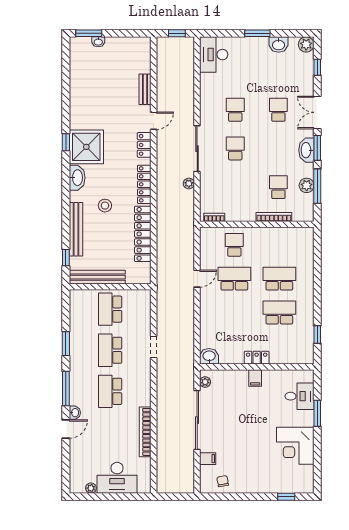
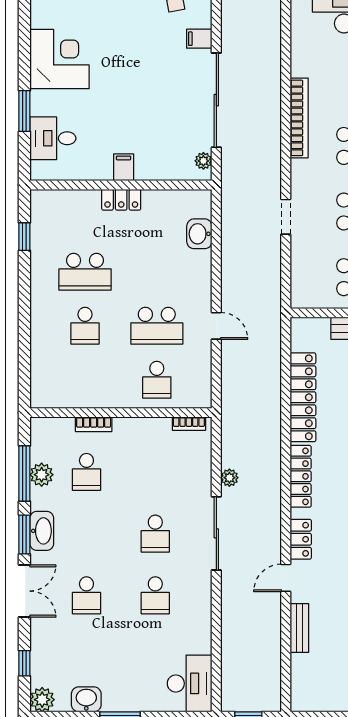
bookcase: (274, 217) -> (94, 424), width x0.64
door: (197, 279) -> (216, 326), swing flipped
school desk: (279, 279) -> (85, 326), width x0.54
washbasin: (209, 356) -> (199, 234), moved, turned 90
bookcase: (145, 432) -> (299, 118), moved

